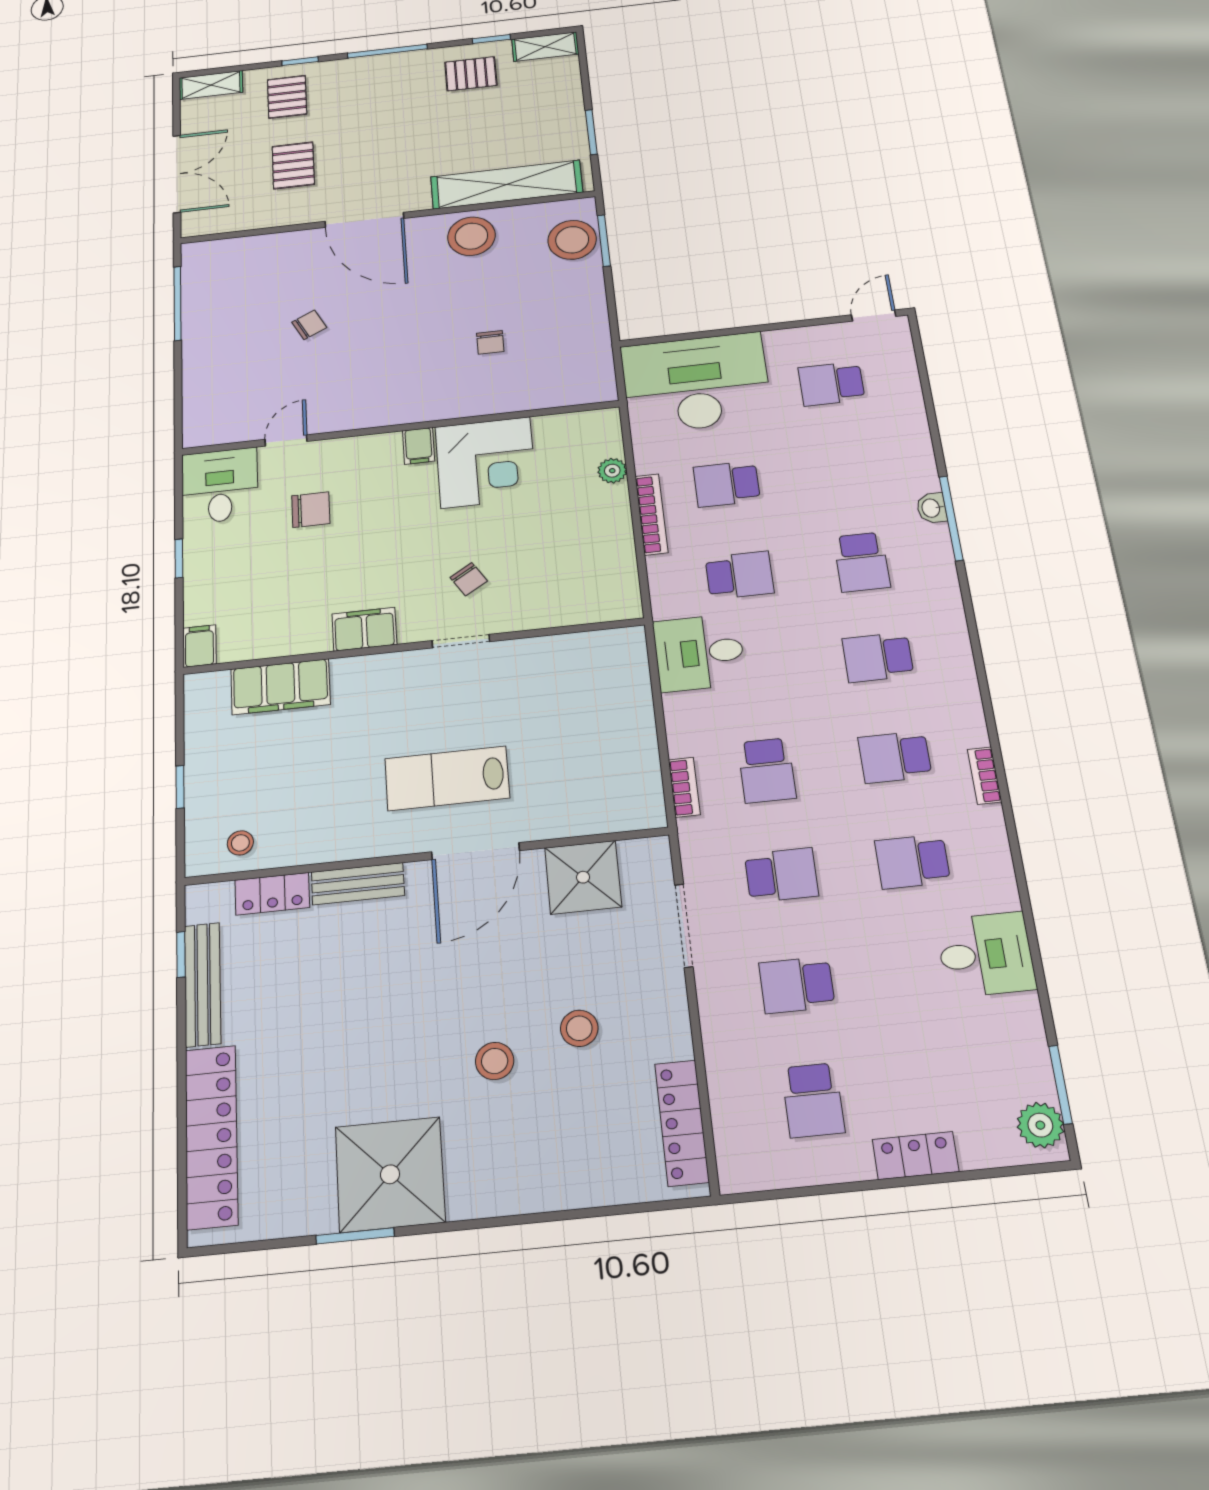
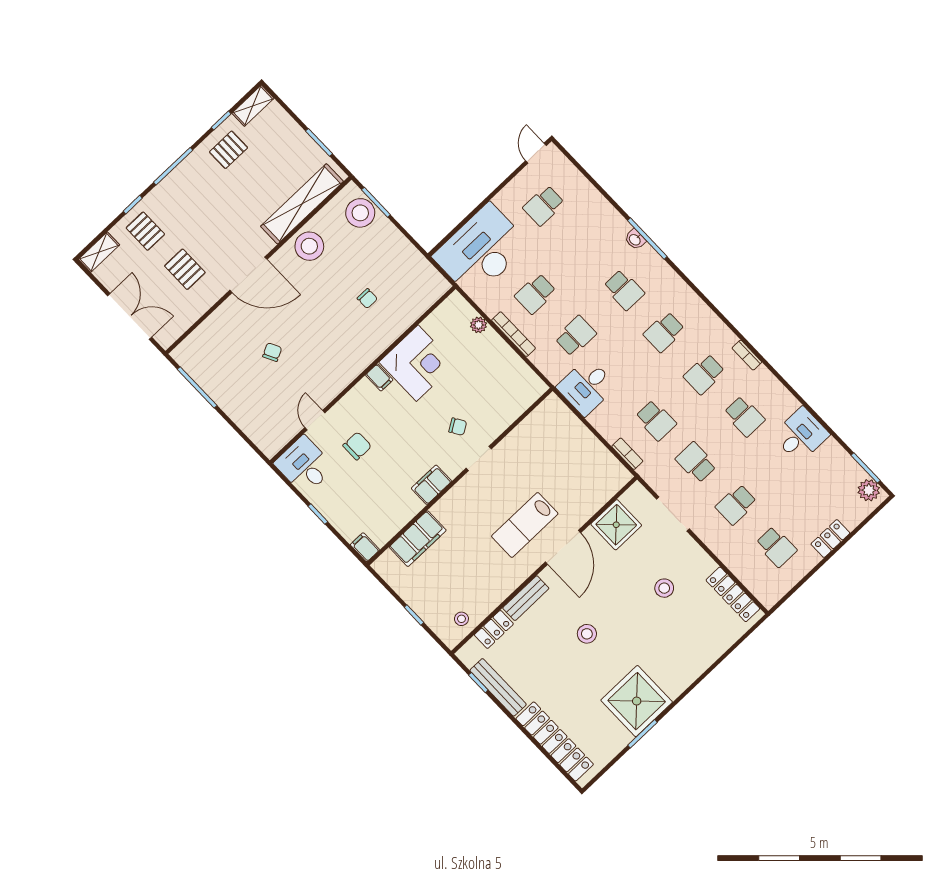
school desk: (912, 861) -> (744, 416), turned -90
school desk: (781, 875) -> (696, 462), turned -90
stool: (495, 1061) -> (587, 634), moved

